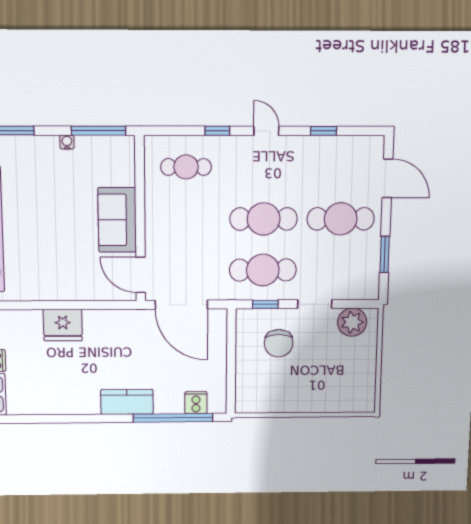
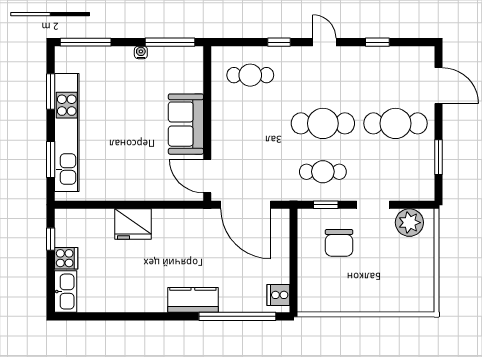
cafe table: (263, 270) -> (323, 172), width x0.73, depth x0.74
cooker: (196, 403) -> (278, 295), moved, turned -90

